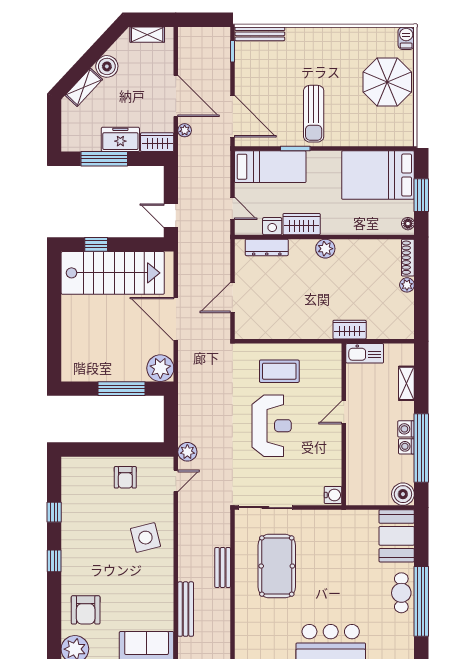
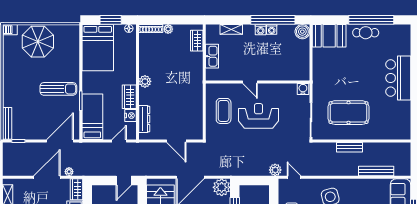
wardrobe: (350, 330) -> (197, 41), moved
door: (344, 412) -> (250, 82), moved
wall: (344, 424) -> (258, 82), moved
water cooler: (333, 495) -> (303, 89), moved

